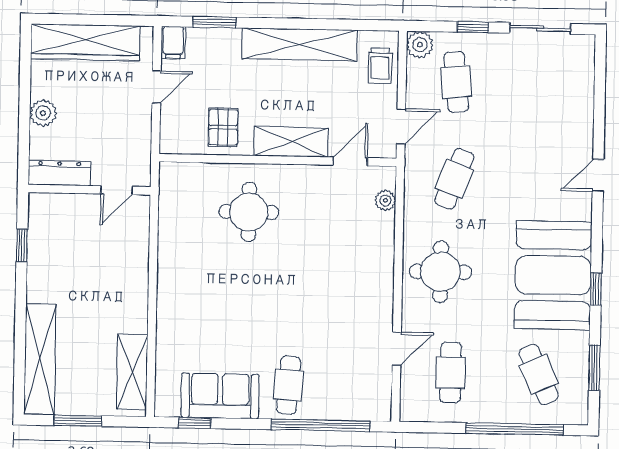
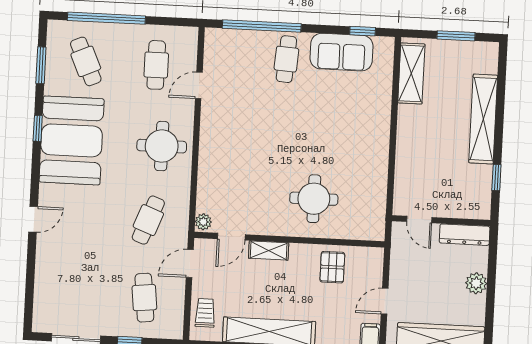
plant: (420, 45) -> (173, 328), removed
shelving: (291, 142) -> (269, 250), width x0.67, depth x0.75
door: (117, 190) -> (419, 220), swing flipped
plant: (385, 200) -> (203, 222), moved
shelving: (40, 359) -> (483, 119), moved

